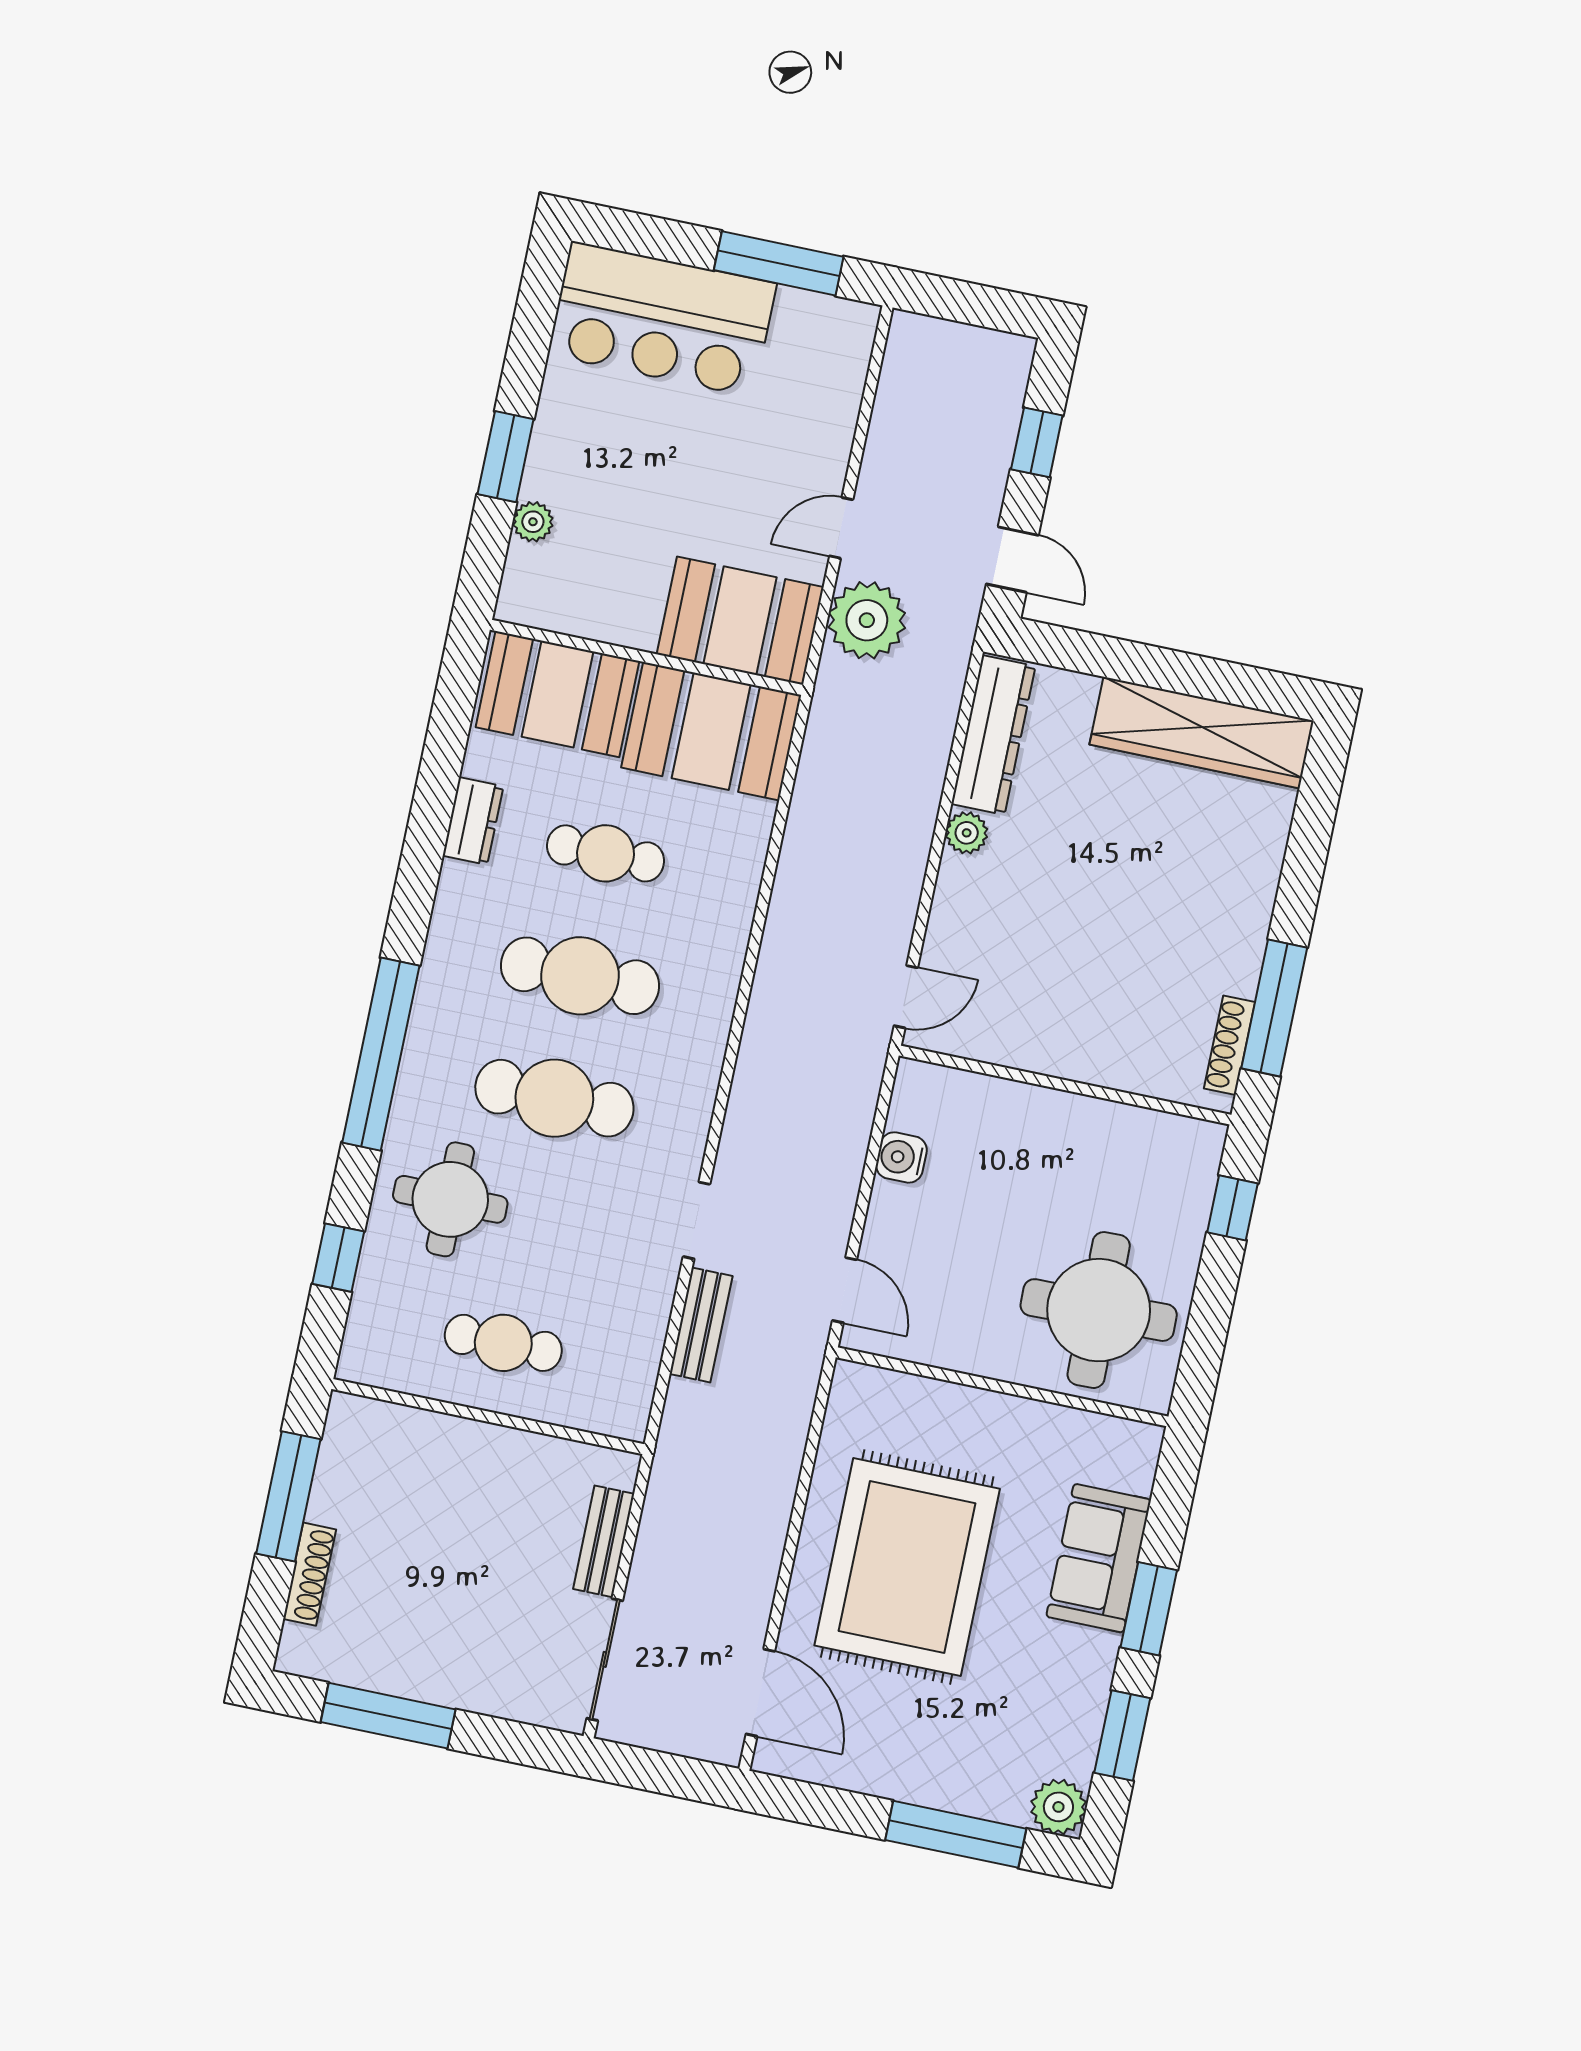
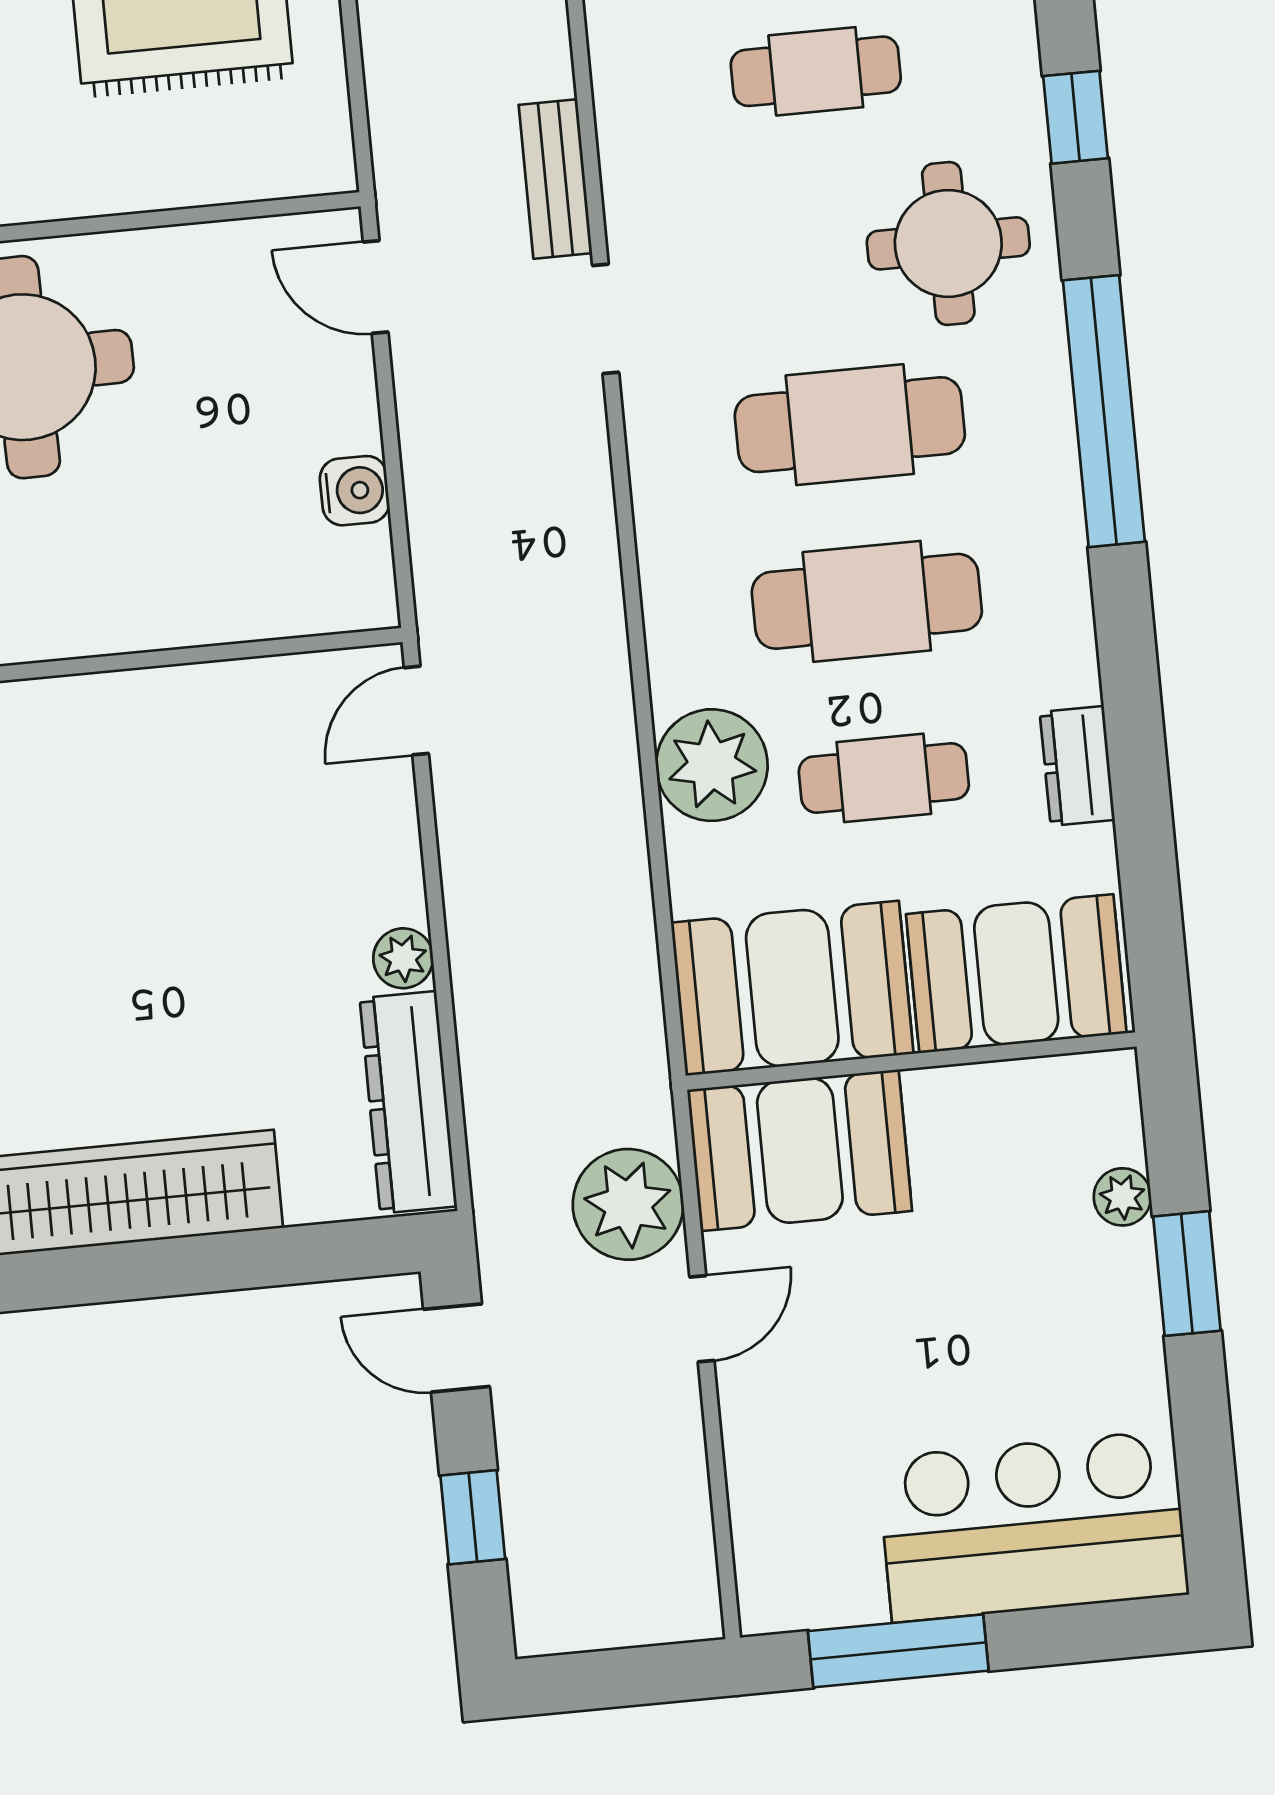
plant: (719, 898) -> (712, 765), added

